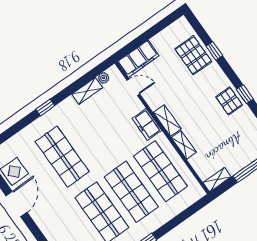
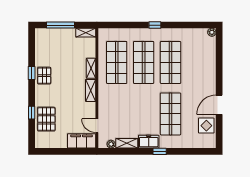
freezer: (147, 124) -> (149, 142), moved, turned -90

